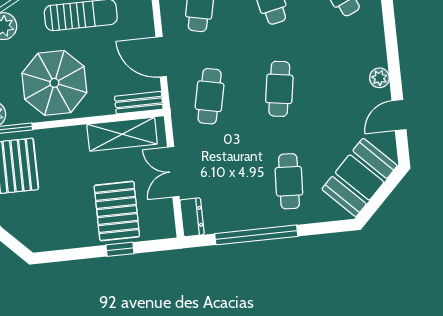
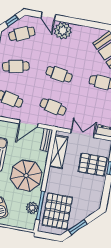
plant: (379, 78) -> (63, 31), width x1.88, depth x1.88
door: (399, 115) -> (48, 16), moved
double door: (173, 172) -> (82, 134), swing flipped

